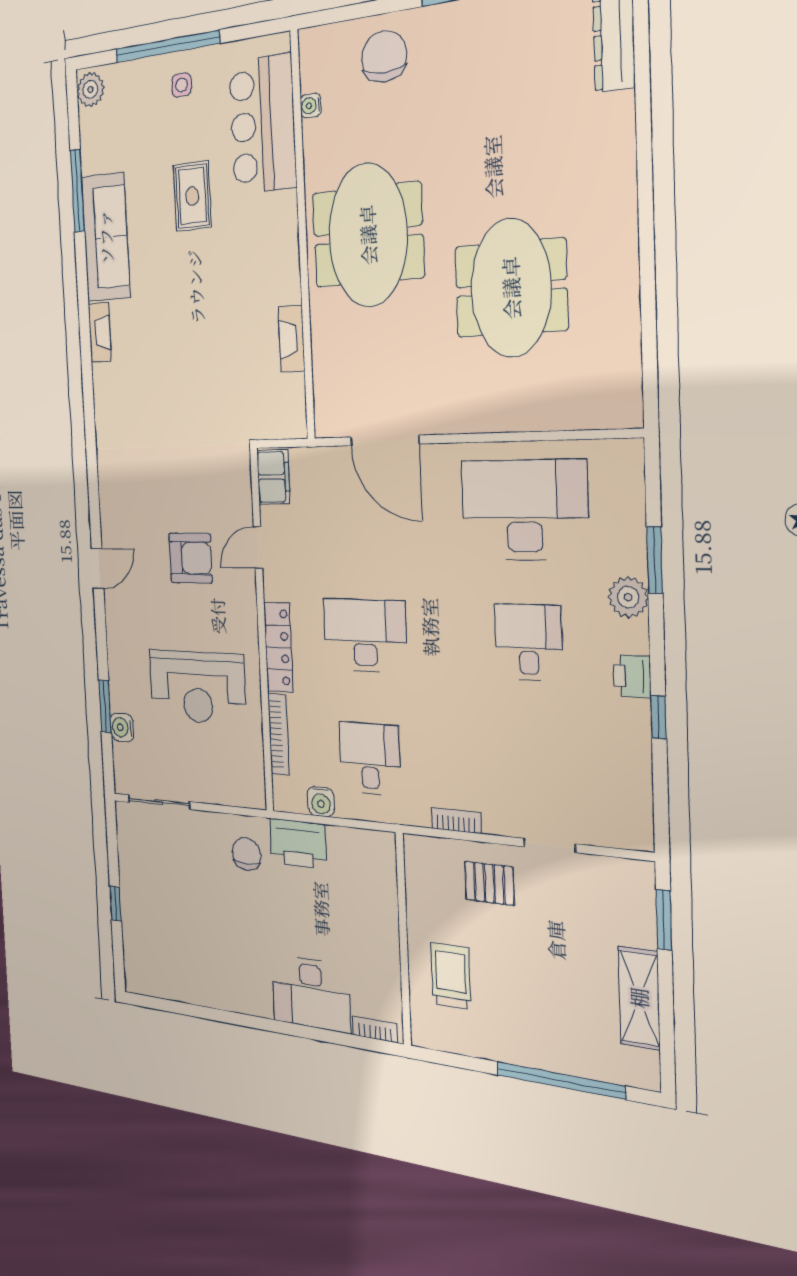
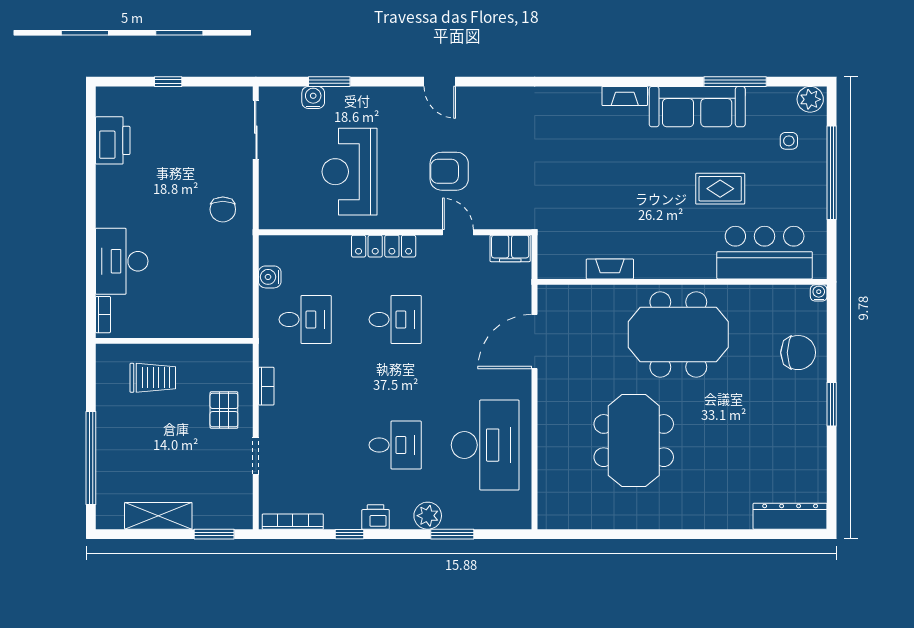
side table: (182, 85) -> (789, 141), moved
water cooler: (311, 106) -> (819, 293), moved
meeting table: (511, 288) -> (634, 441), turned 90
armchair: (191, 558) -> (449, 171), turned 90
desk: (365, 635) -> (395, 319), width x0.73
bookcase: (278, 734) -> (293, 522), moved, turned 180
printer: (298, 843) -> (113, 140), moved, turned 180
chair: (246, 854) -> (223, 209), turned 90

